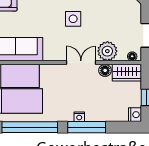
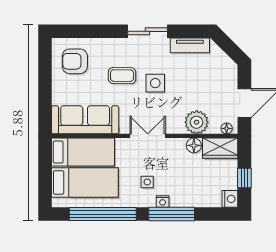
coffee table: (46, 13) -> (122, 76), added
double door: (81, 63) -> (148, 136), moved
side table: (66, 101) -> (147, 182), added

